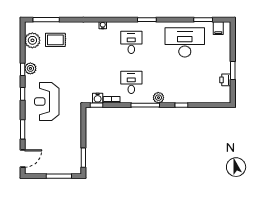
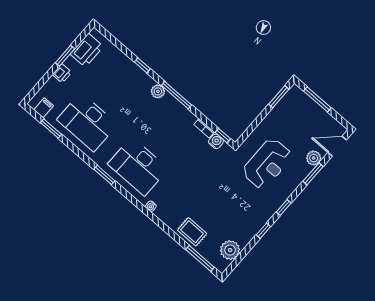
rug: (55, 40) -> (192, 232), moved
desk: (131, 42) -> (138, 166), width x1.87, depth x1.30
printer: (225, 58) -> (62, 73), added
plant: (30, 68) -> (314, 158), moved
printer: (225, 80) -> (87, 50), width x1.87, depth x1.48
desk: (131, 82) -> (171, 128), removed
reception desk: (47, 102) -> (267, 164), moved

